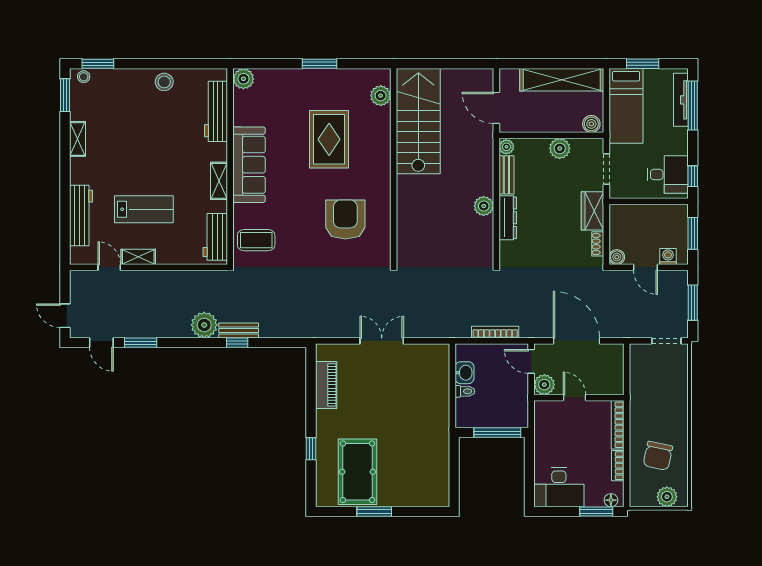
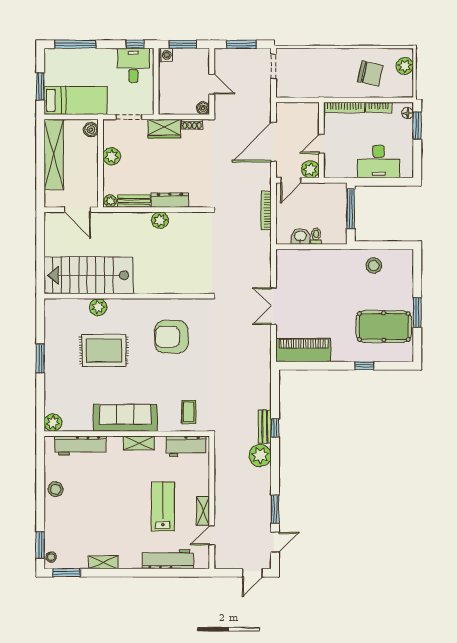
plant: (381, 96) -> (98, 307), moved
tv unit: (681, 100) -> (71, 54), removed
door: (496, 108) -> (77, 210), hinge flipped
coffee table: (256, 240) -> (189, 412), width x0.73, depth x0.77
washing machine: (668, 257) -> (165, 55), moved, turned 180
door: (645, 267) -> (212, 84), hinge flipped
piano: (326, 385) -> (303, 350), width x1.37, depth x1.33
stool: (430, 460) -> (374, 266), added
desk: (559, 487) -> (379, 161), moved, turned 90

